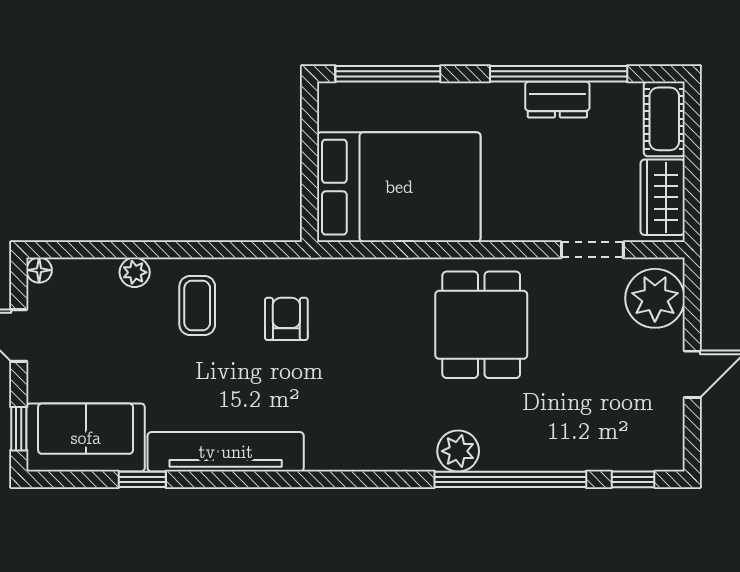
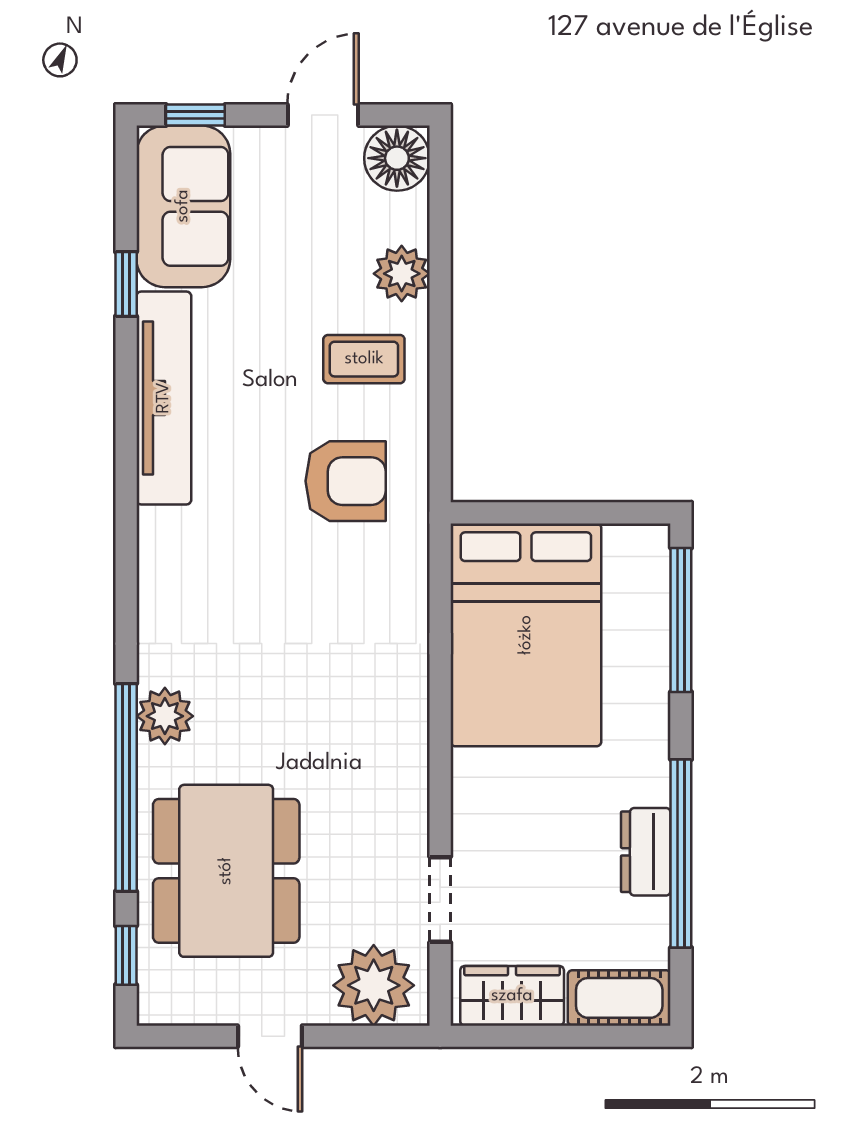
floor lamp: (39, 270) -> (397, 158), width x1.89, depth x1.89
plant: (135, 272) -> (402, 274), width x1.38, depth x1.38
armchair: (286, 319) -> (346, 481), width x1.38, depth x1.38
dining table: (481, 325) -> (226, 871), moved, width x1.38

